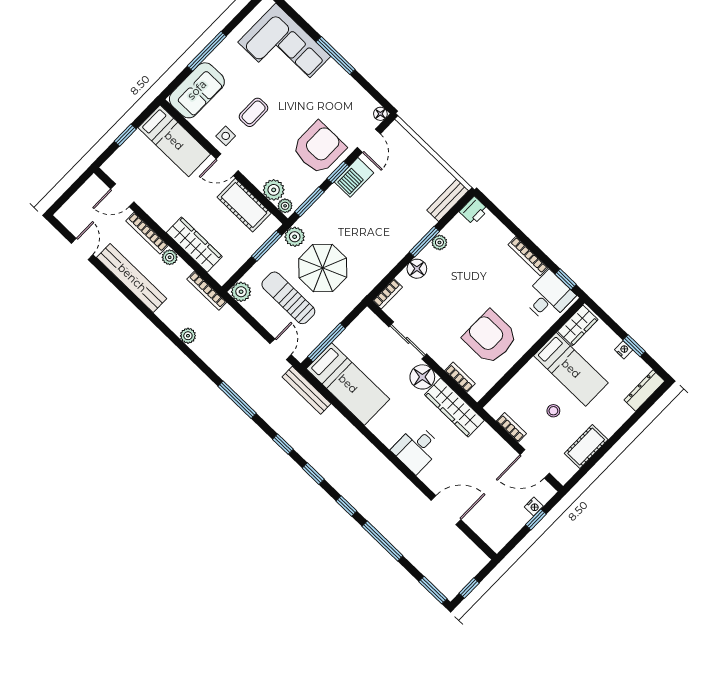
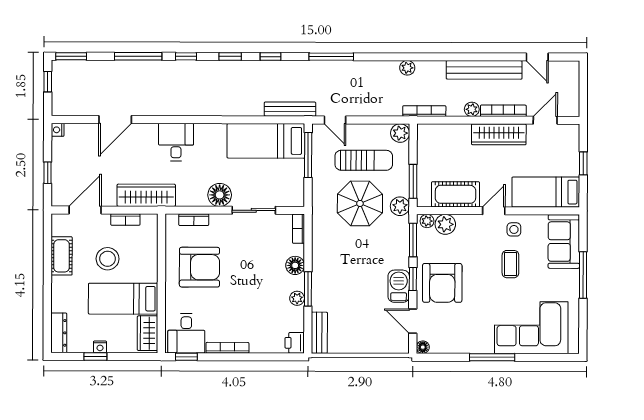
wardrobe: (194, 245) -> (499, 134), moved
wardrobe: (454, 407) -> (146, 195), moved
stool: (553, 411) -> (108, 259), width x1.89, depth x1.89
nightstand: (534, 507) -> (58, 130), moved

